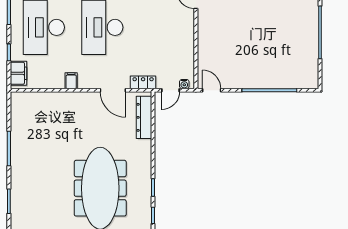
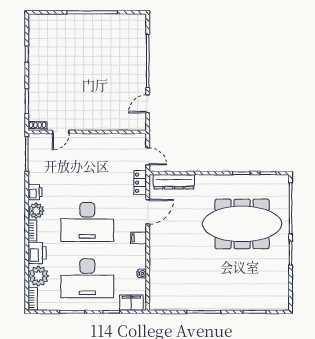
filing cabinet: (71, 81) -> (139, 238), moved
water cooler: (184, 84) -> (142, 274), moved
door: (212, 90) -> (148, 104), moved

